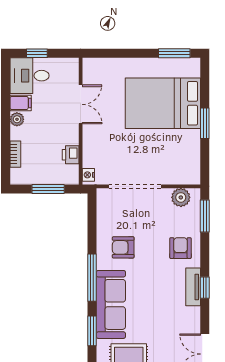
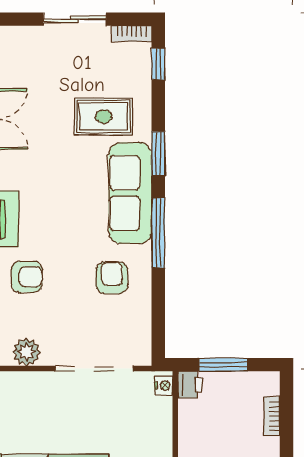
printer: (71, 155) -> (190, 385), moved
armchair: (123, 247) -> (112, 278), turned -90
armchair: (180, 248) -> (27, 277), turned -90

